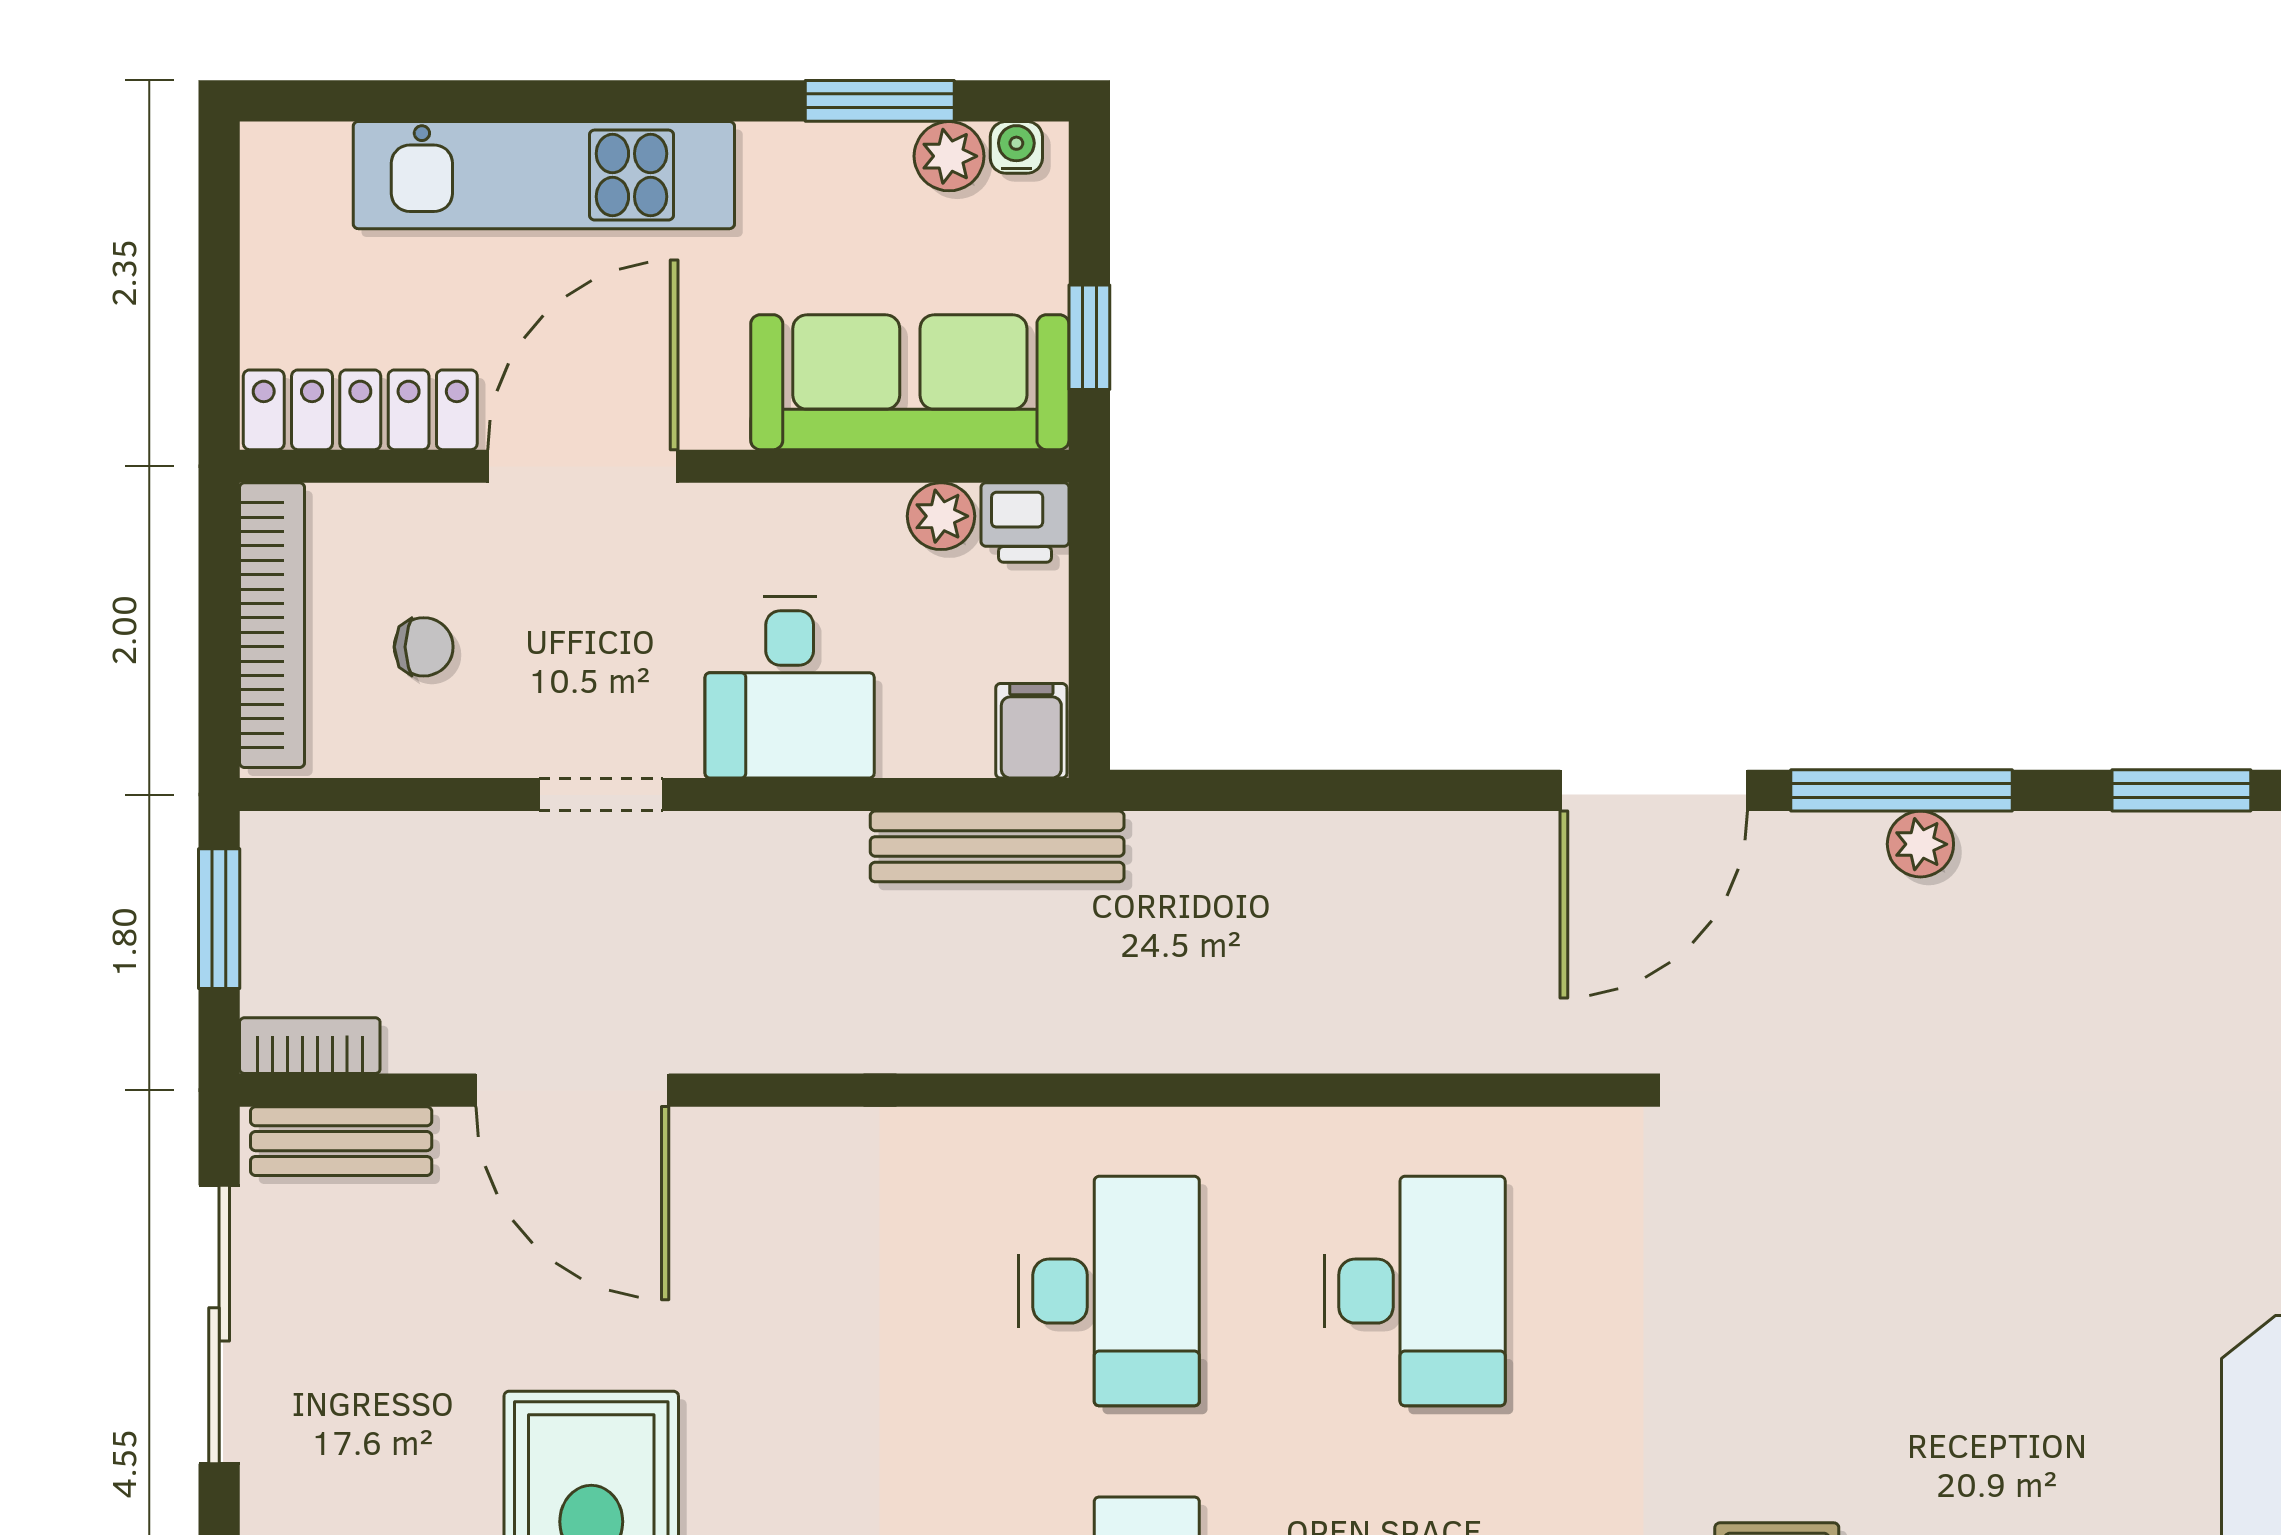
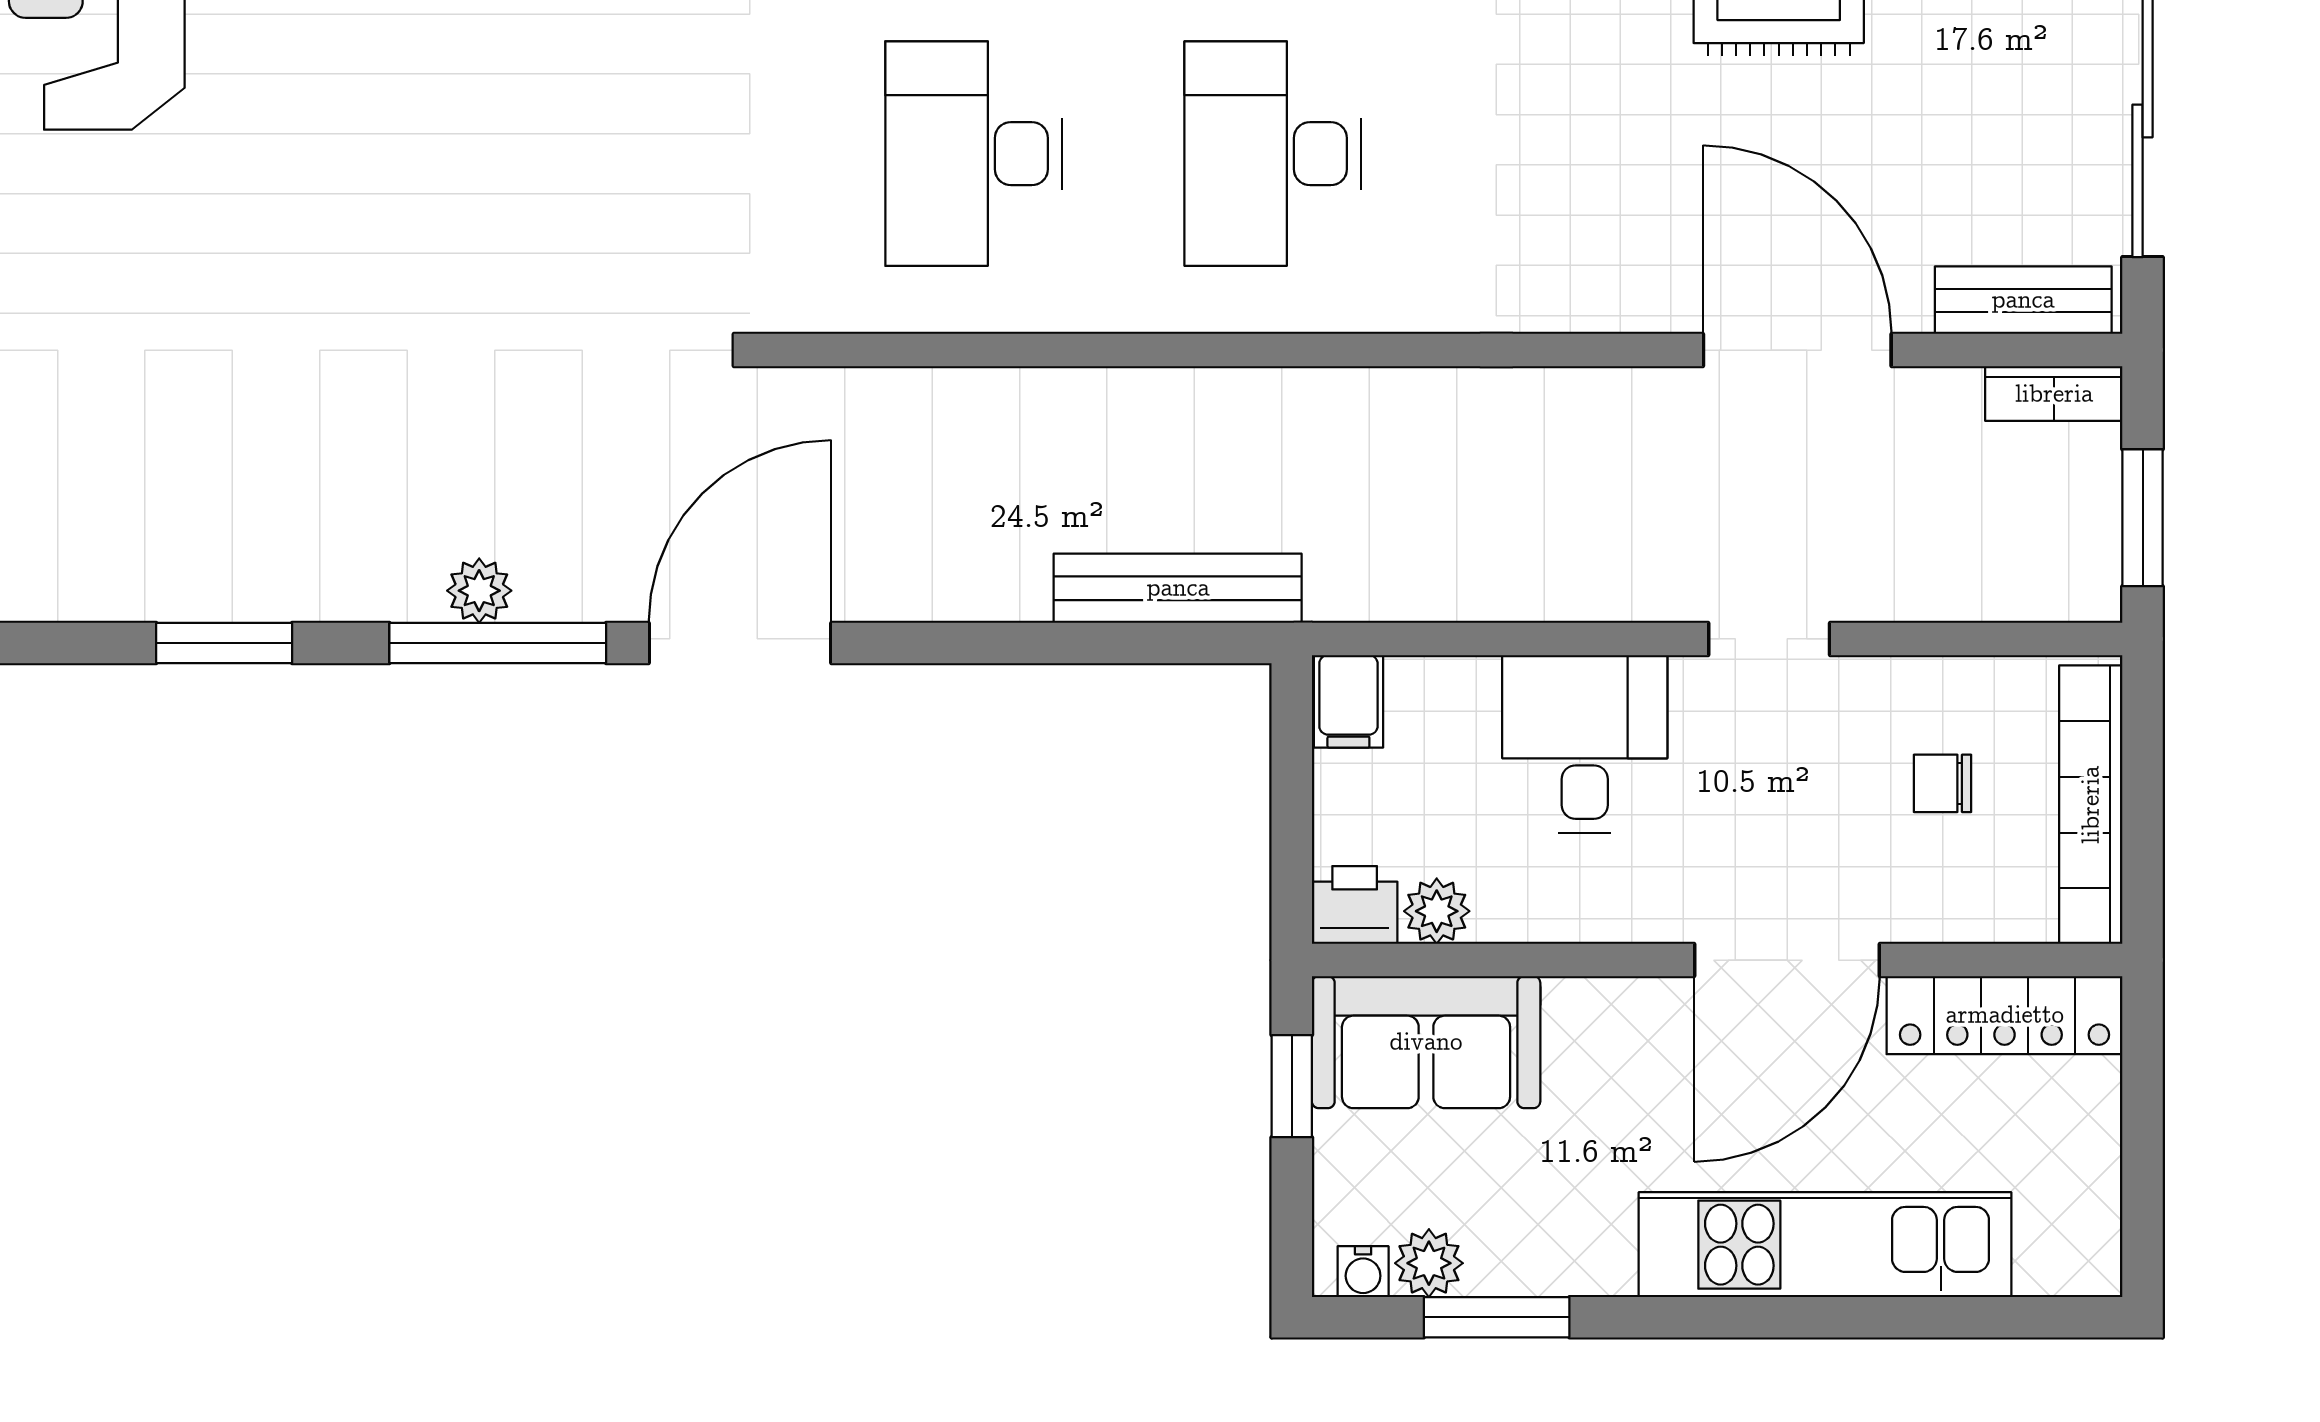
sofa: (910, 382) -> (1426, 1042), width x0.73
bench: (997, 846) -> (1178, 588), moved

